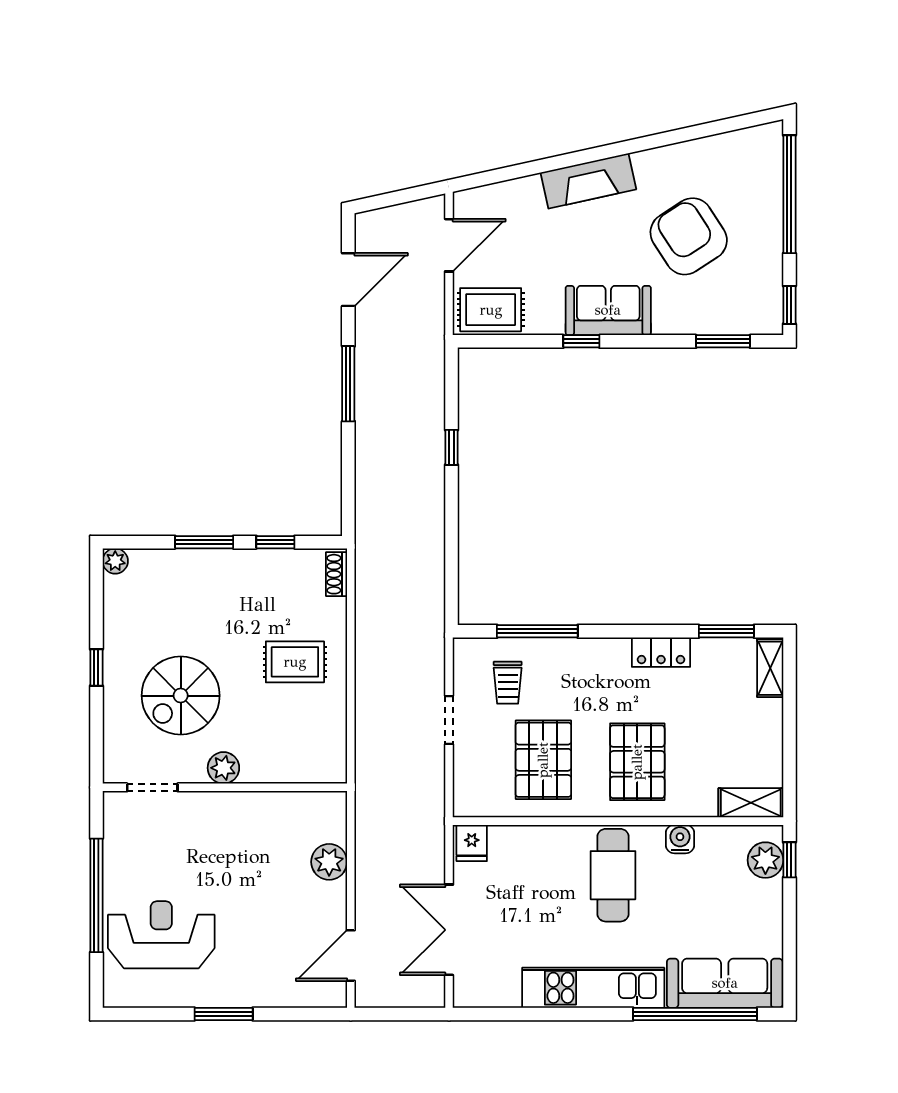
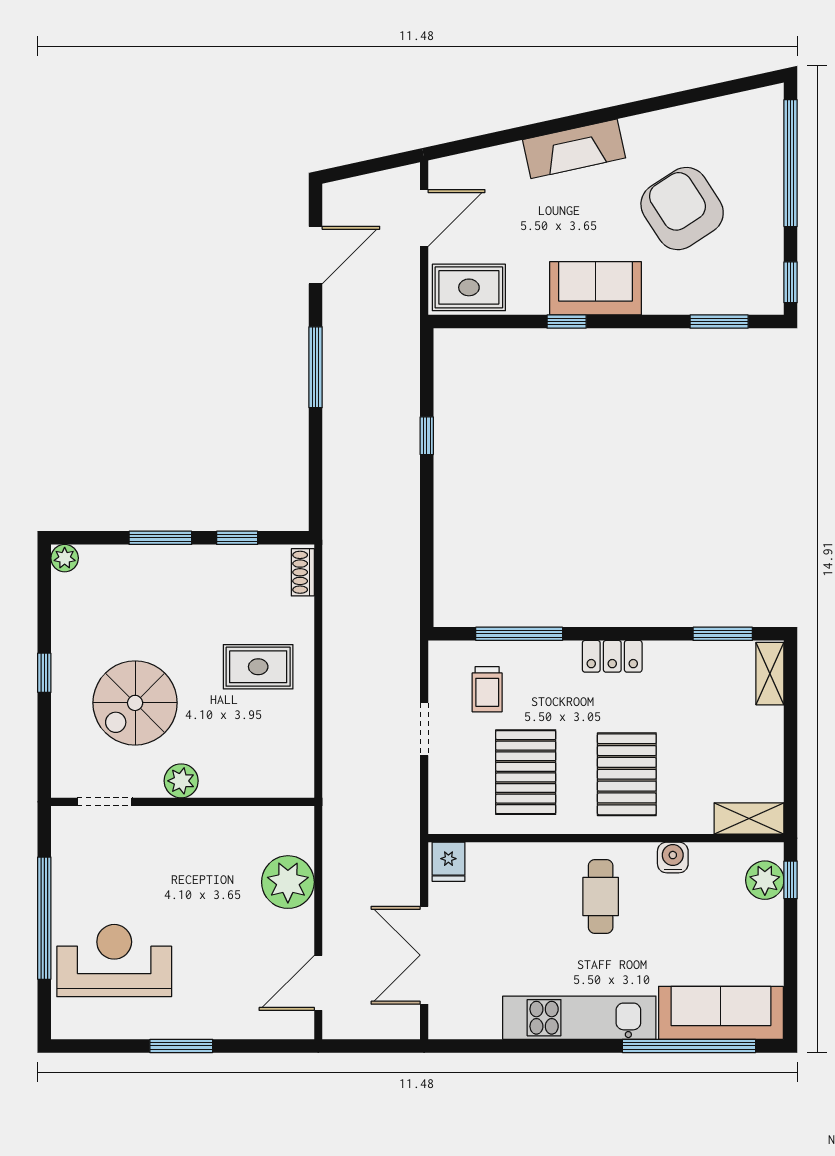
locker: (661, 652) -> (612, 656), moved
plant: (329, 862) -> (288, 882), width x1.36, depth x1.36
cafe table: (613, 875) -> (601, 896), width x0.73, depth x0.74

